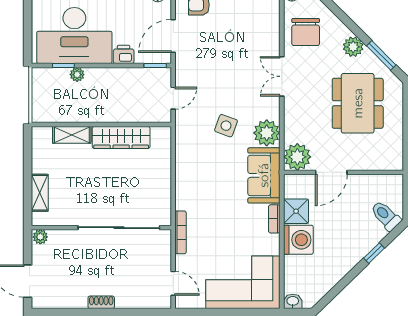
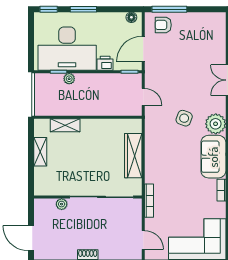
door: (173, 98) -> (143, 97), hinge flipped
wardrobe: (121, 137) -> (133, 156), moved, turned 90
shelving: (40, 193) -> (40, 152), moved
plant: (40, 237) -> (62, 204), moved

